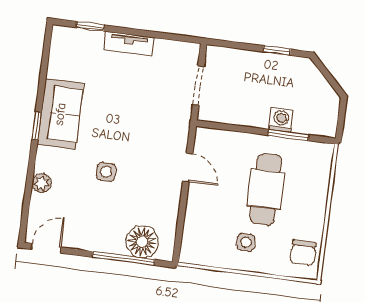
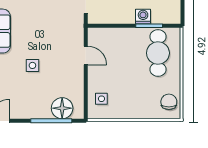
cafe table: (266, 189) -> (158, 53), moved
side table: (246, 242) -> (101, 99), moved
chair: (303, 253) -> (169, 102), turned 180

